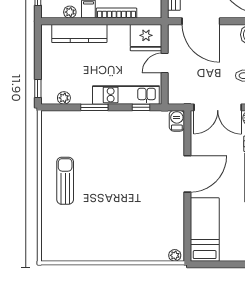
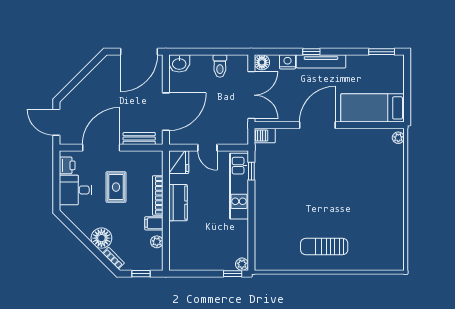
kitchen counter: (79, 33) -> (178, 203), moved, width x0.67
fridge: (146, 38) -> (179, 162), width x0.73, depth x0.75
plant: (64, 98) -> (242, 264), moved
window: (94, 107) -> (251, 218), removed
door: (187, 174) -> (317, 125), hinge flipped

